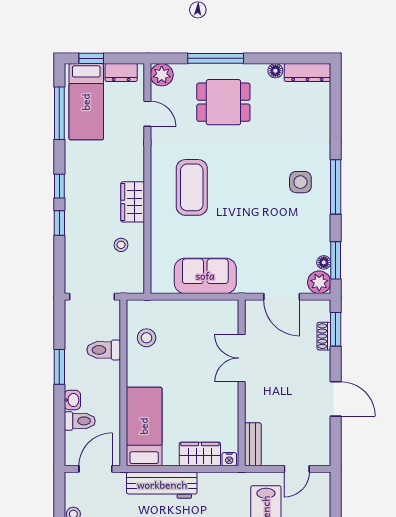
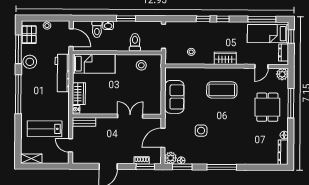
side table: (300, 182) -> (201, 131), moved
wardrobe: (133, 202) -> (225, 58), moved

